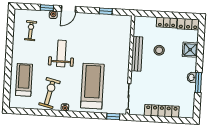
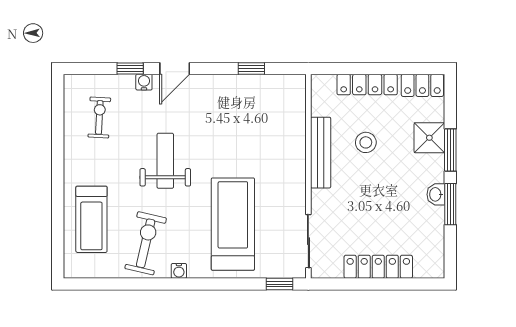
locker: (167, 22) -> (367, 85), width x1.53
window: (200, 56) -> (450, 150), added
treadmill: (24, 80) -> (91, 219), turned 180

